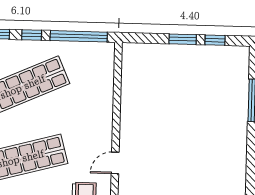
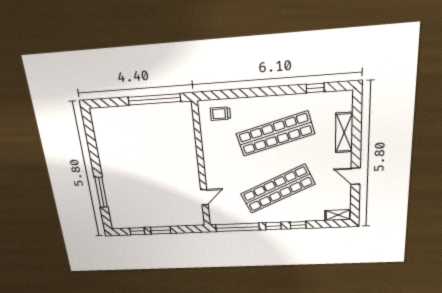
door: (115, 163) -> (204, 197), moved

